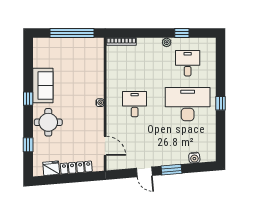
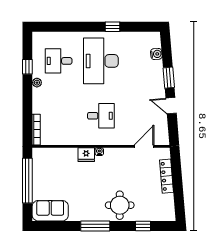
sofa: (43, 85) -> (50, 211), moved
window: (28, 99) -> (95, 226), width x2.17
window: (221, 103) -> (113, 27), moved
desk: (135, 104) -> (101, 116), turned 180
fridge: (51, 168) -> (86, 155), moved, turned -85
door: (144, 172) -> (171, 106), swing flipped

